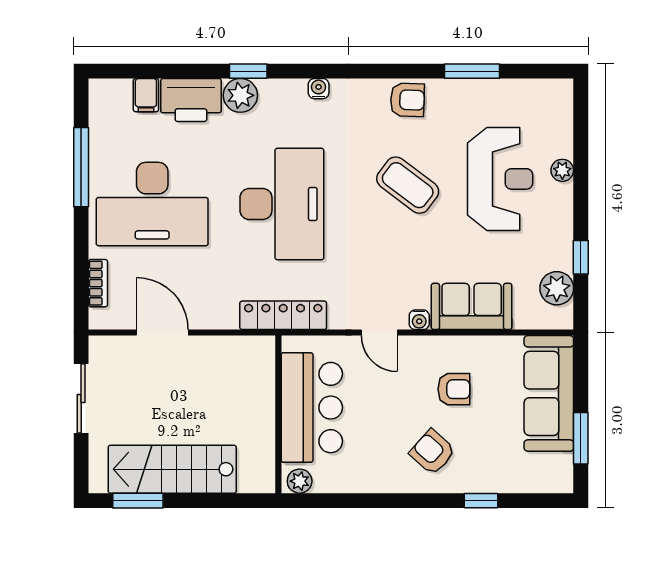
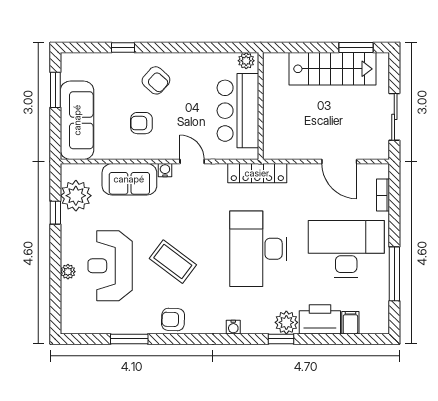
plant: (557, 288) -> (76, 196), width x1.36, depth x1.36

